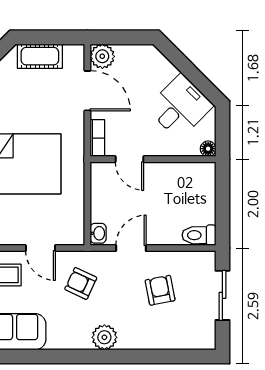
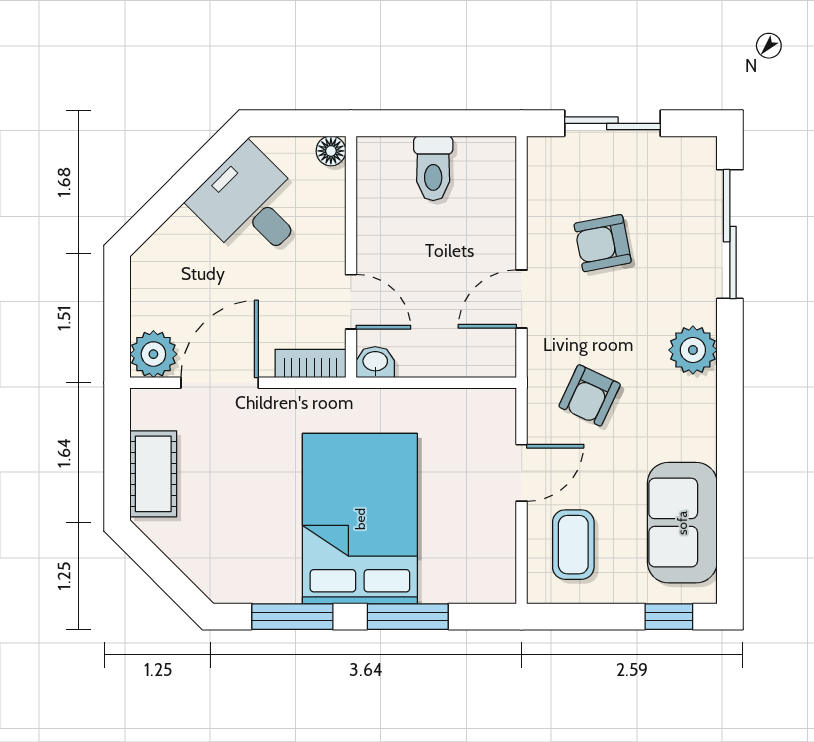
door: (130, 159) -> (351, 302), hinge flipped
washbasin: (98, 233) -> (375, 362), moved
toilet: (199, 235) -> (433, 168), moved
door: (131, 248) -> (522, 299), hinge flipped
sliding door: (165, 357) -> (730, 234), added

